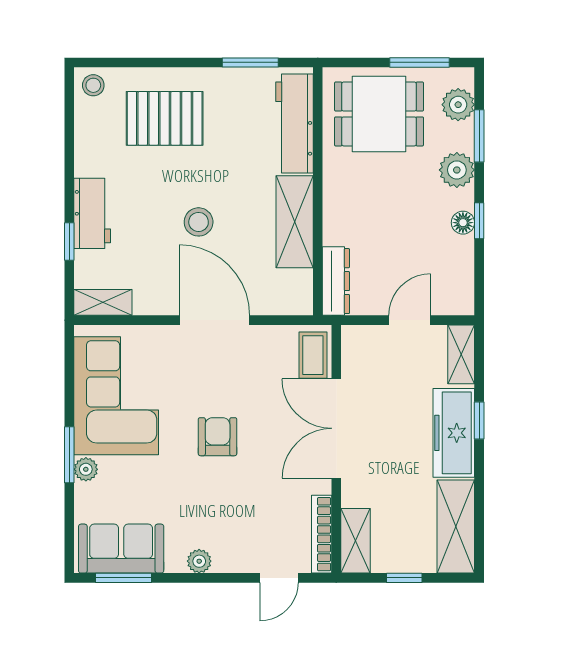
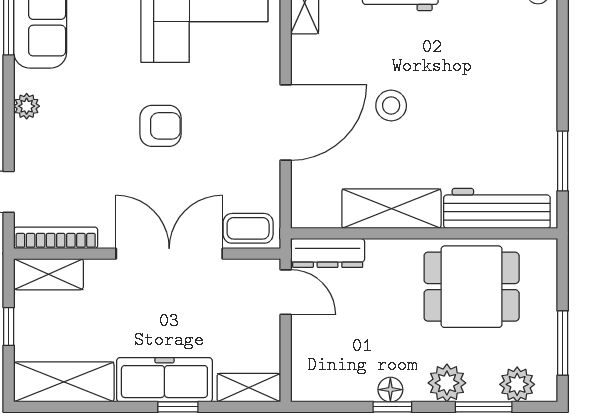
dining table: (379, 114) -> (472, 287), moved, turned 90
pallet: (165, 118) -> (502, 69), removed
door: (410, 320) -> (286, 292), moved

